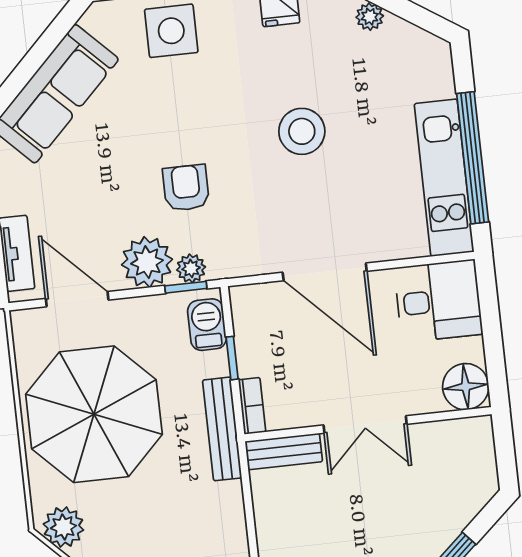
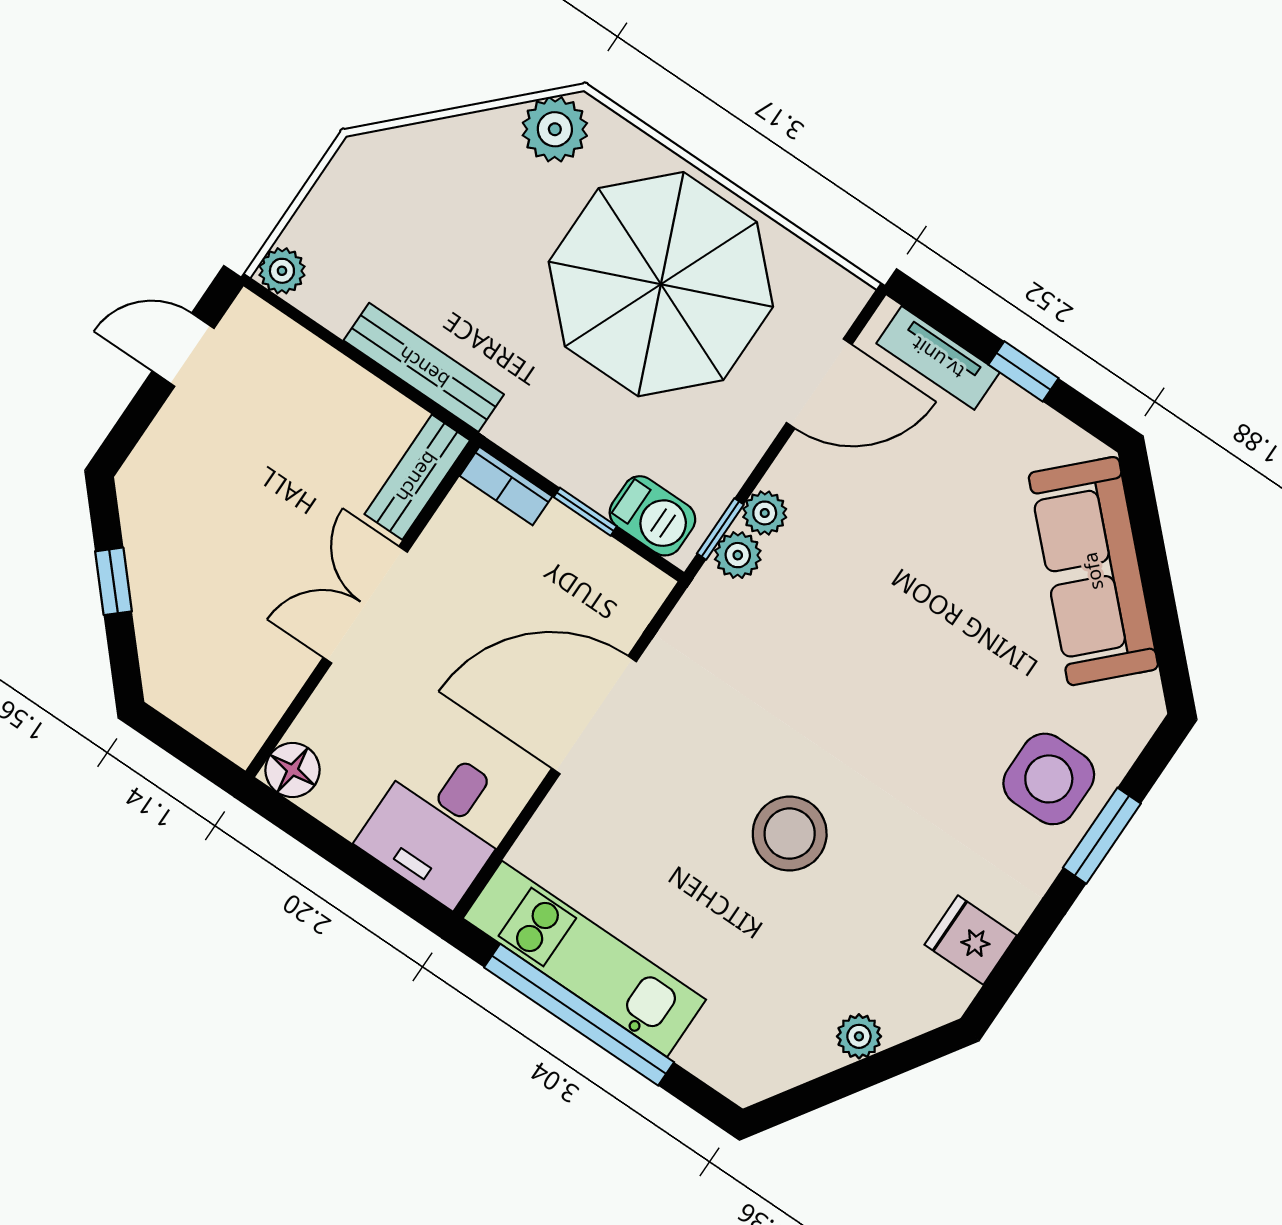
armchair: (186, 188) -> (841, 633), removed
plant: (147, 262) -> (765, 513), width x0.53, depth x0.53
floor lamp: (466, 387) -> (292, 770), width x0.73, depth x0.73
bench: (222, 429) -> (424, 367), moved

